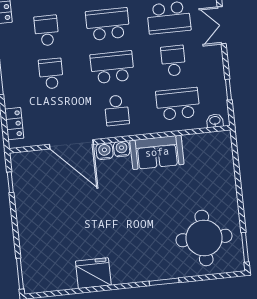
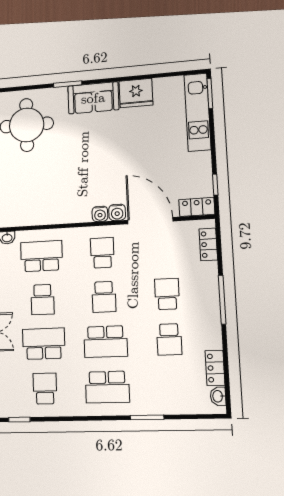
school desk: (112, 67) -> (104, 297), width x0.54
school desk: (51, 74) -> (167, 294), turned 180
school desk: (178, 104) -> (41, 256), turned 180
sofa: (157, 152) -> (93, 98), moved, turned 180
locker: (27, 160) -> (197, 207), added
kitchen unit: (31, 254) -> (197, 112), added

